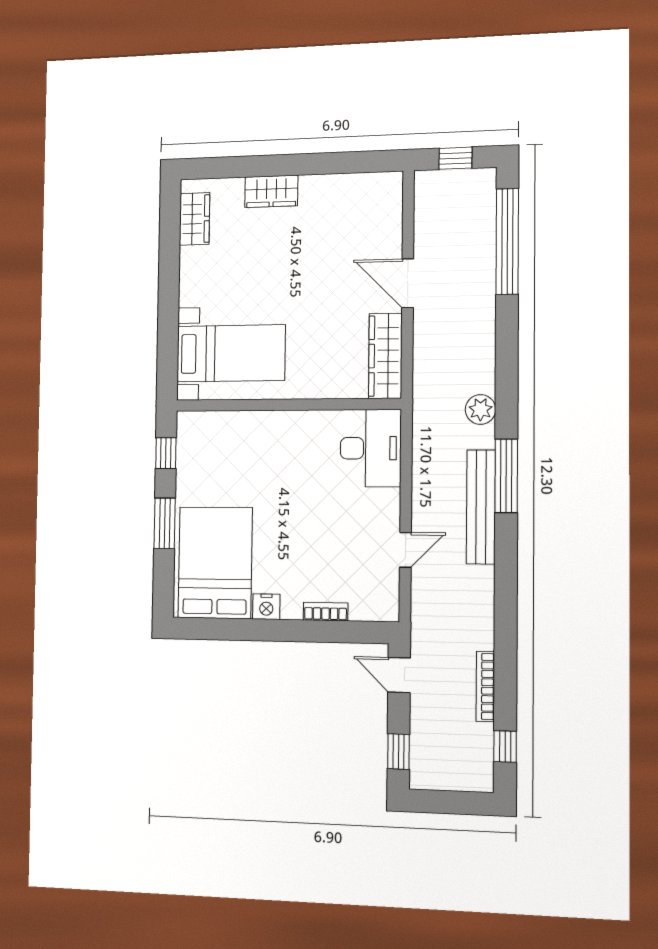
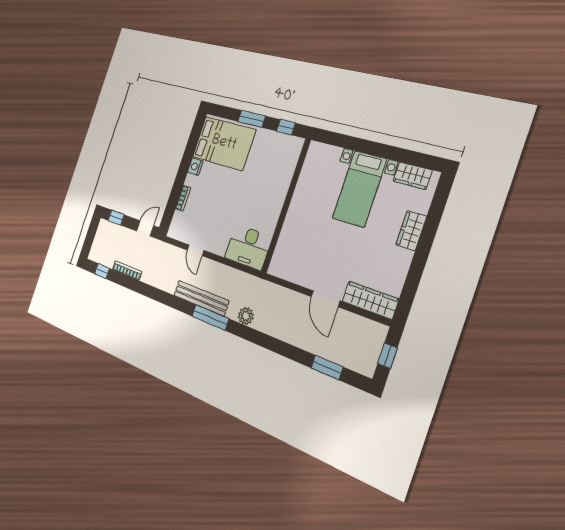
window: (507, 241) -> (327, 367), width x0.47
door: (408, 283) -> (326, 299), swing flipped
bed with nightstands: (231, 353) -> (359, 189), moved
wardrobe: (385, 356) -> (370, 300), moved

